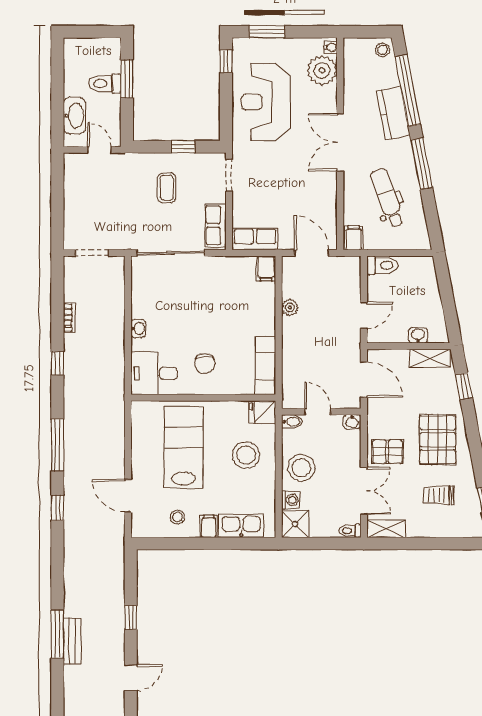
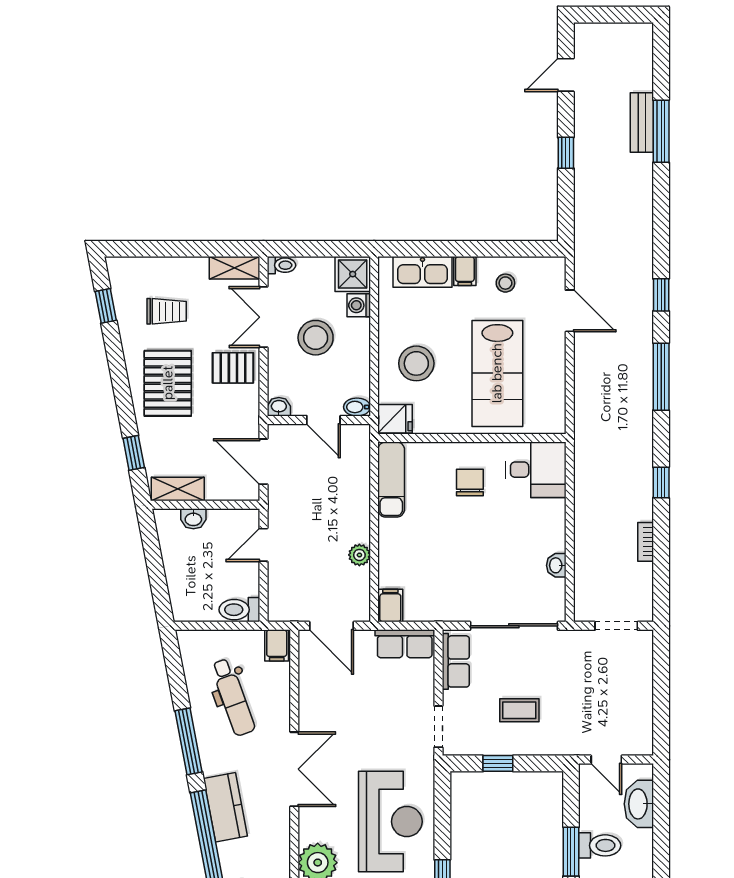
coffee table: (167, 188) -> (519, 710), turned 90
washbasin: (138, 328) -> (556, 565), moved
stool: (301, 468) -> (316, 338), moved

